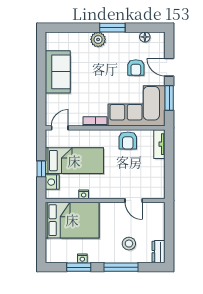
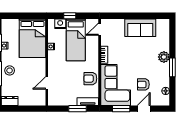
door: (60, 128) -> (100, 29), swing flipped
window: (169, 158) -> (77, 109), added
stool: (129, 244) -> (10, 70), moved

